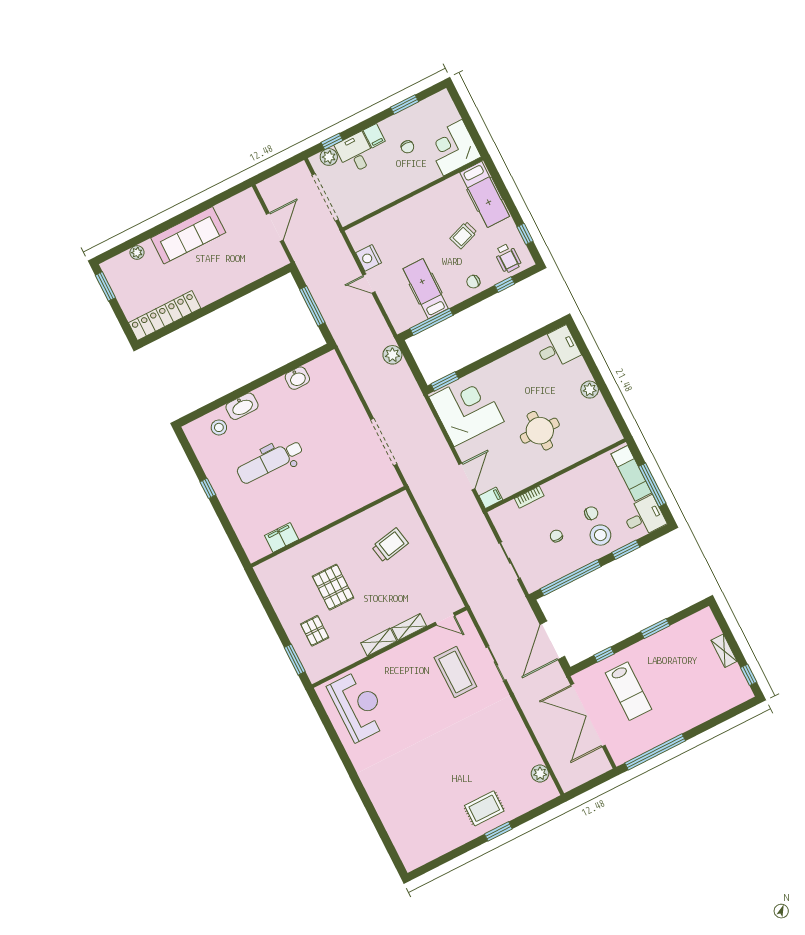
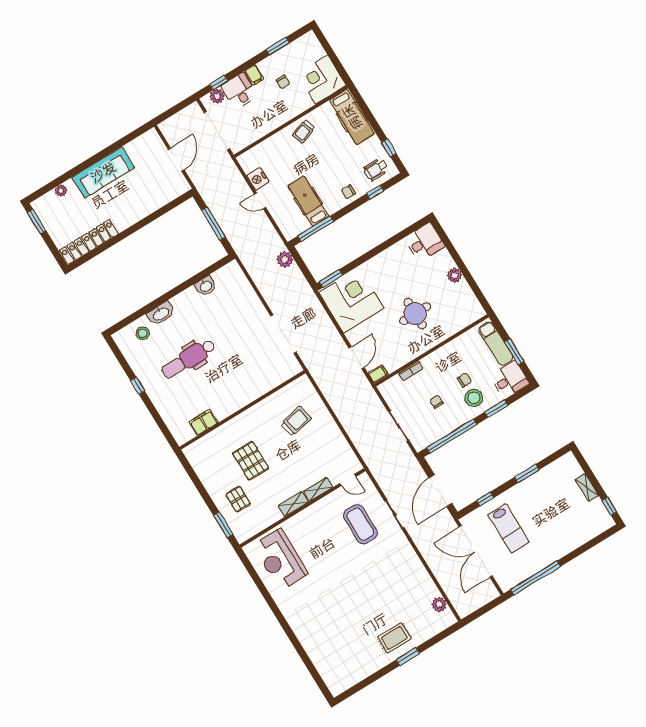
trolley: (463, 235) -> (304, 132), moved
wheelchair: (508, 258) -> (376, 169), turned 90
window: (652, 485) -> (514, 352), width x0.69
reception desk: (358, 706) -> (280, 560), turned 180

